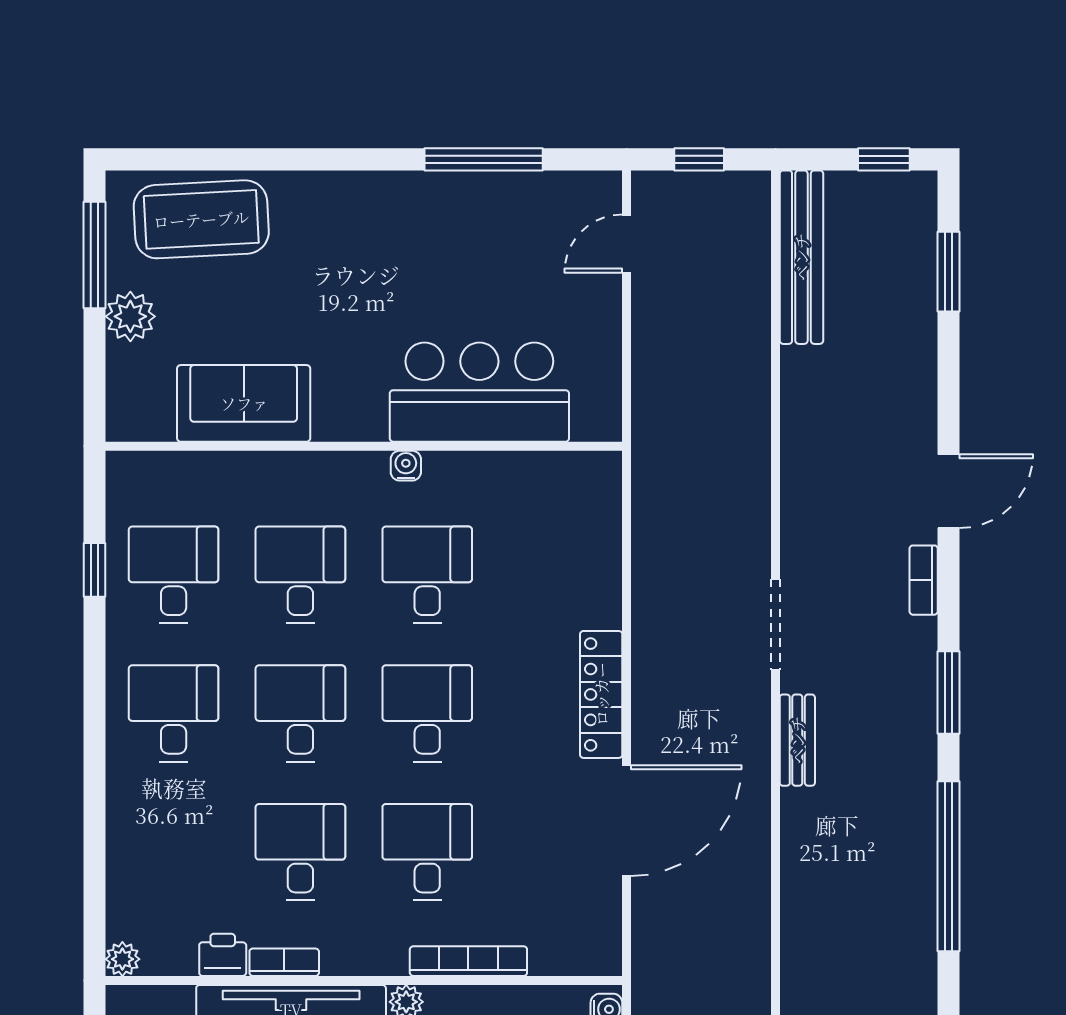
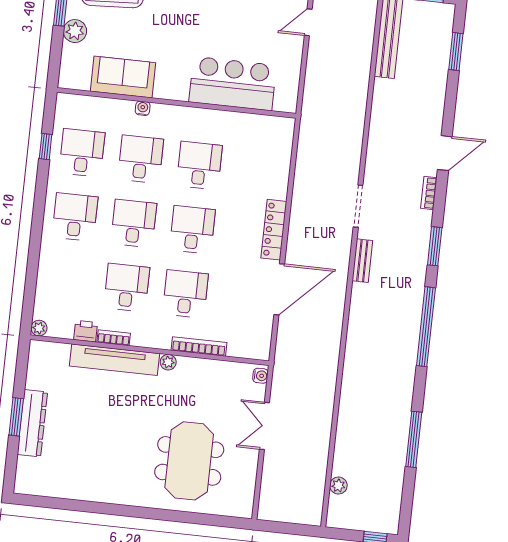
water cooler: (406, 466) -> (143, 108), moved

